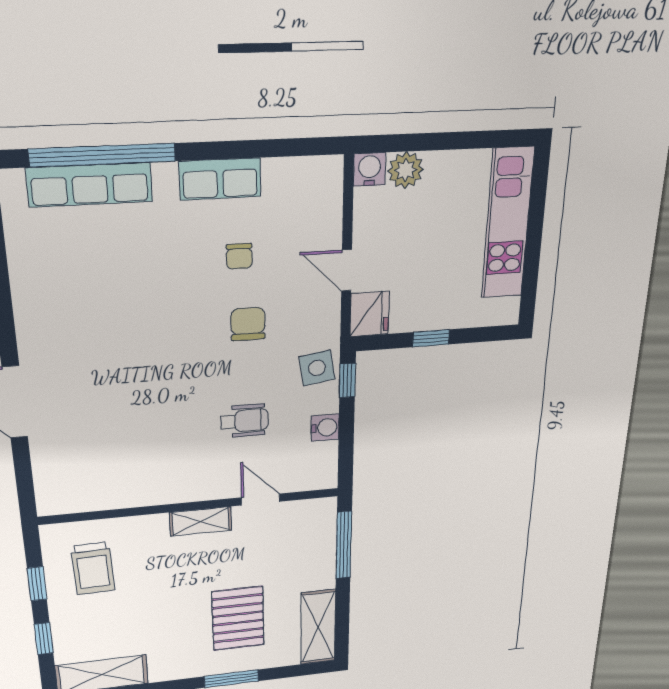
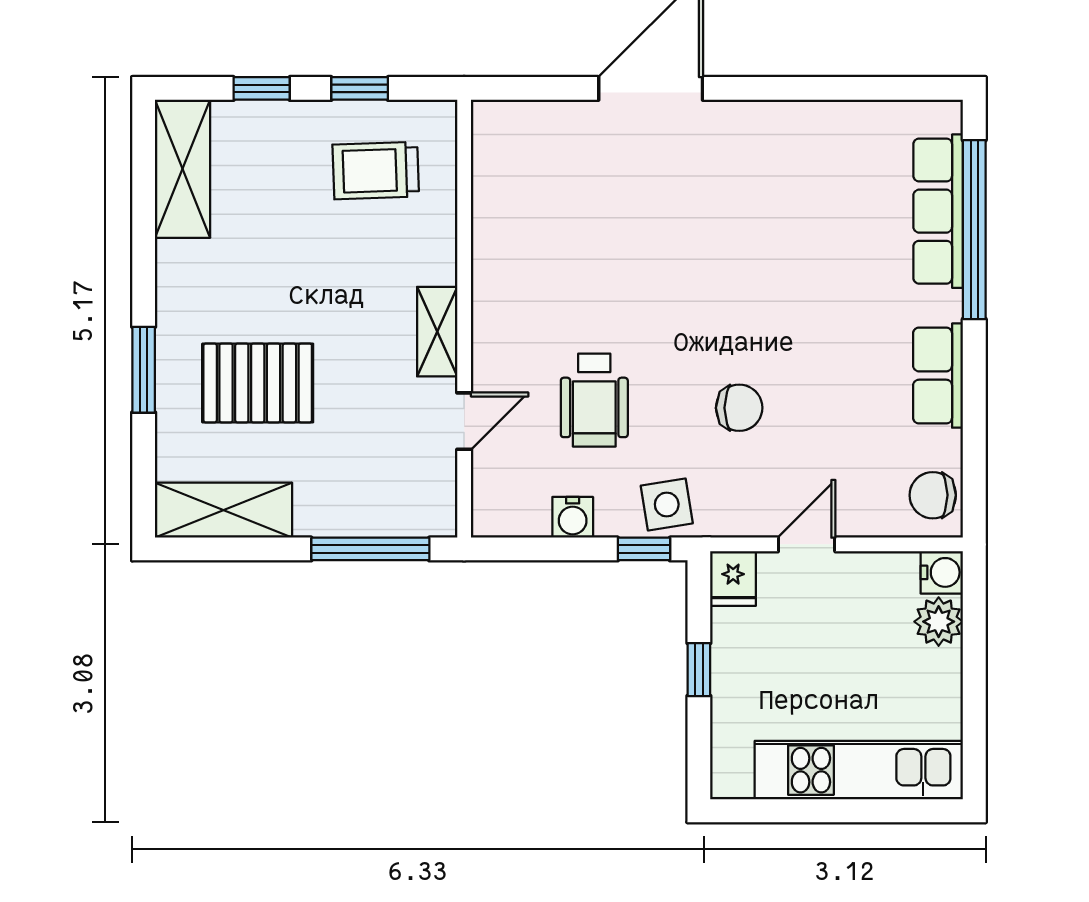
chair: (239, 256) -> (933, 495), moved, width x1.37, depth x1.37
fridge: (370, 314) -> (733, 578), width x0.72
wheelchair: (245, 421) -> (594, 400), width x1.36, depth x1.37

